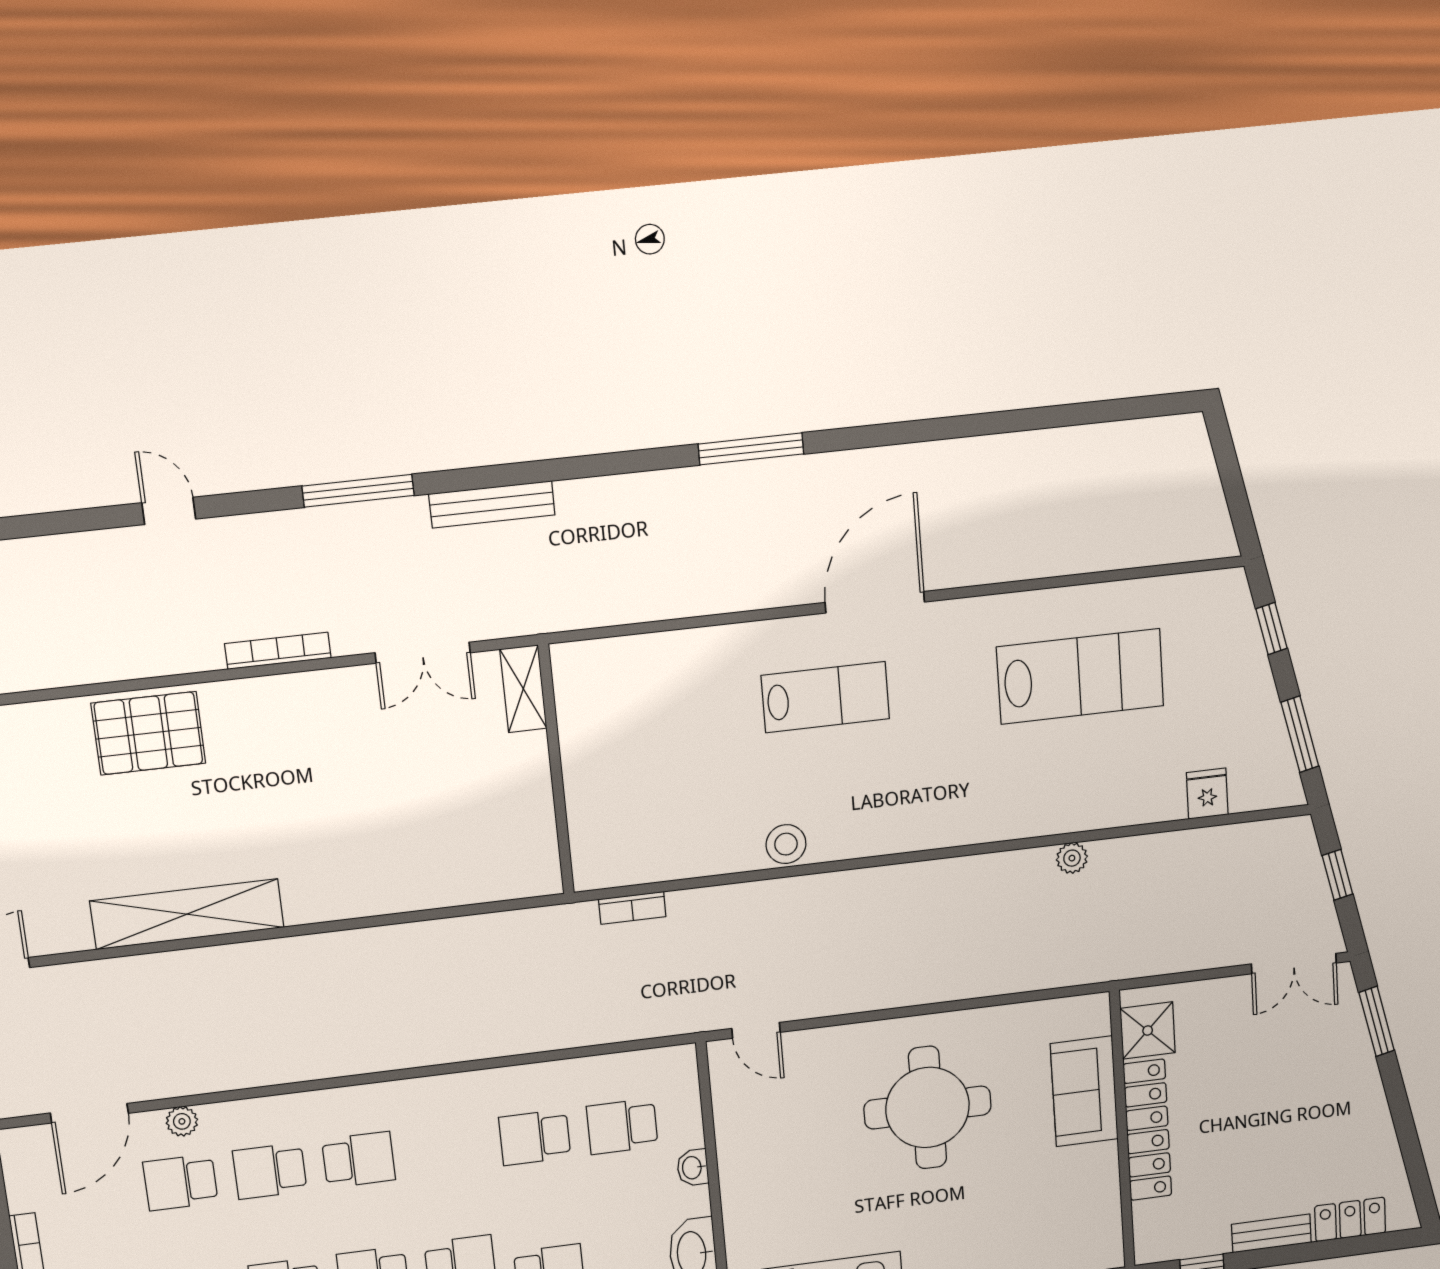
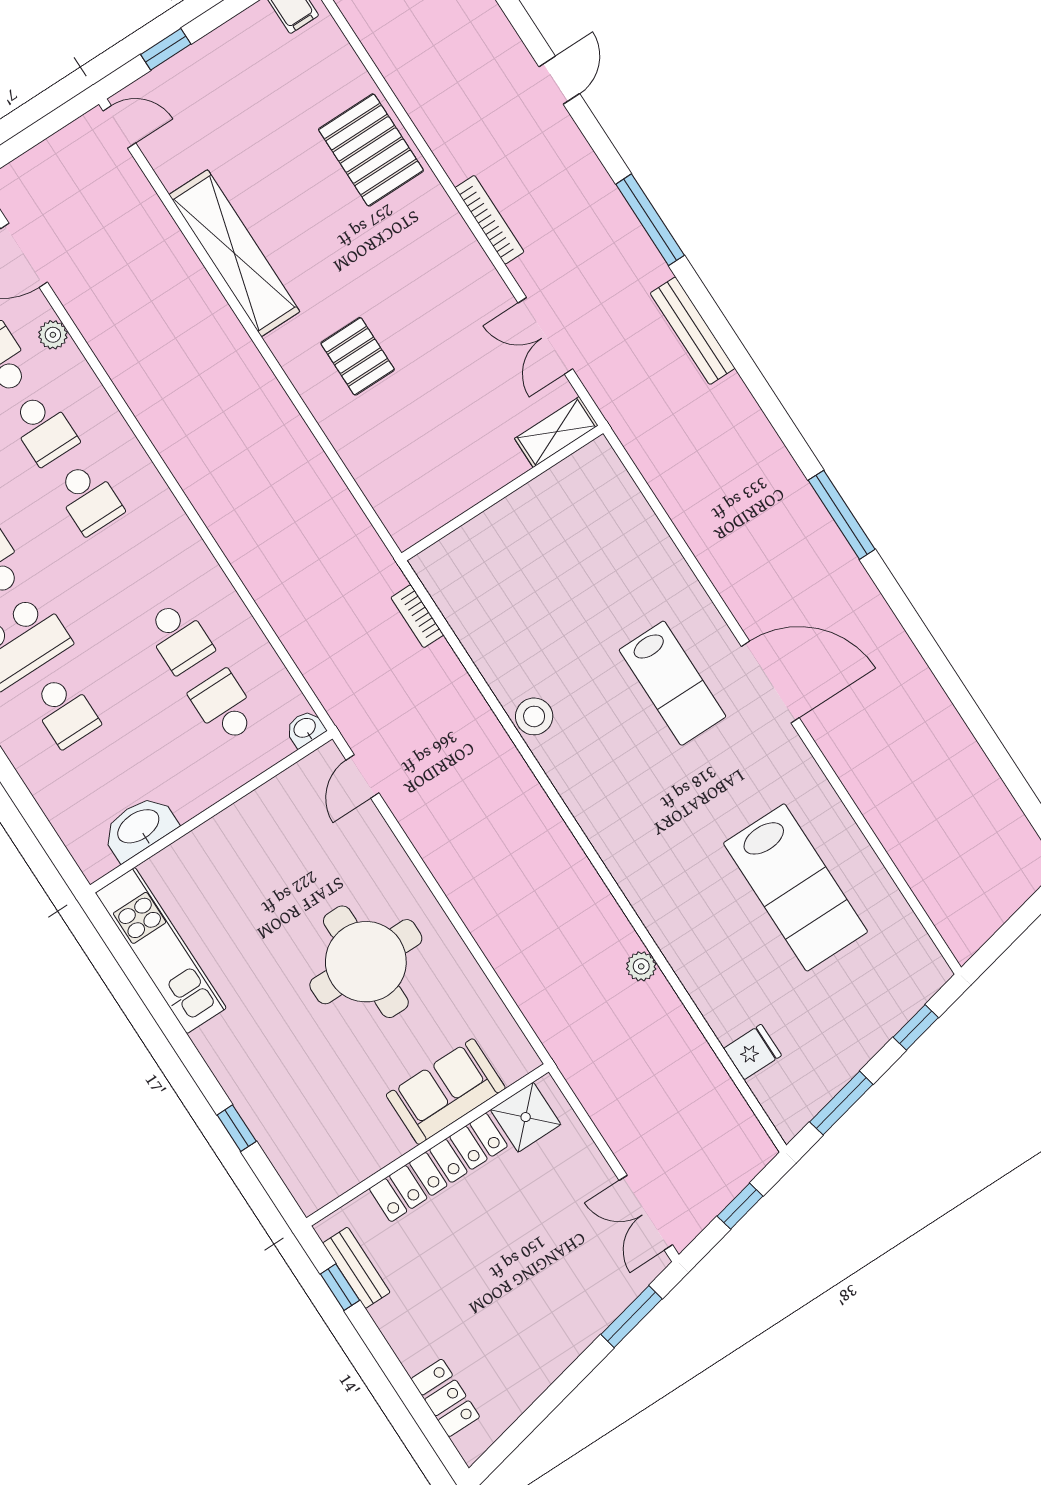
pallet: (350, 844) -> (358, 356), added
school desk: (535, 1137) -> (179, 637), turned 180
washbasin: (693, 1168) -> (305, 729), moved
school desk: (270, 1171) -> (44, 429), turned 180
bench: (1271, 1233) -> (356, 1268), moved

